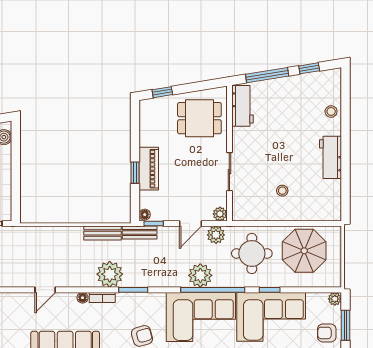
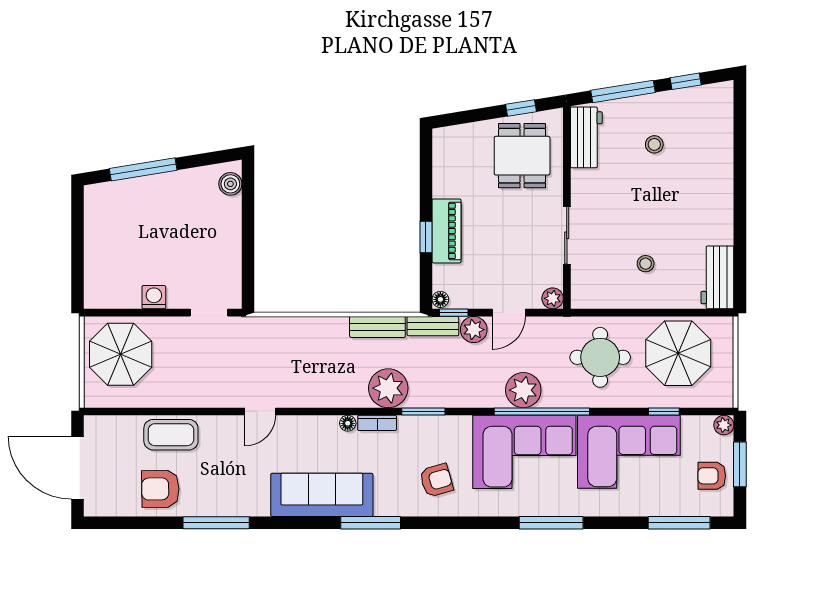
window: (162, 92) -> (521, 108), moved
stool: (331, 111) -> (654, 144), moved
dining table: (199, 118) -> (522, 156), turned 90
workbench: (330, 157) -> (717, 277), moved
plant: (216, 235) -> (474, 330), moved
door: (45, 290) -> (260, 411), moved
window: (270, 290) -> (664, 411), moved

